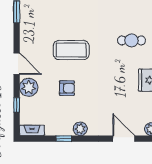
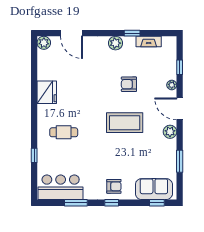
plant: (26, 41) -> (170, 132), added
plant: (29, 87) -> (172, 85), width x0.53, depth x0.53
fireplace: (32, 130) -> (149, 42), moved

